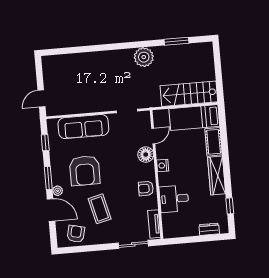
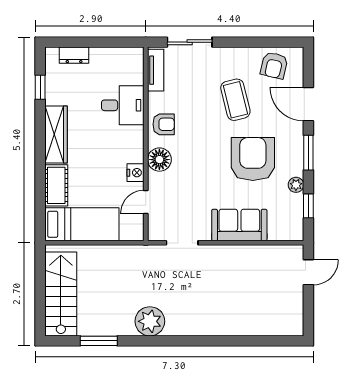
stairs: (189, 94) -> (61, 294), moved, turned -90
sofa: (83, 127) -> (239, 225), width x0.73
floor lamp: (146, 155) -> (159, 160), moved
nightstand: (163, 165) -> (136, 173), moved
plant: (58, 191) -> (296, 185), moved

